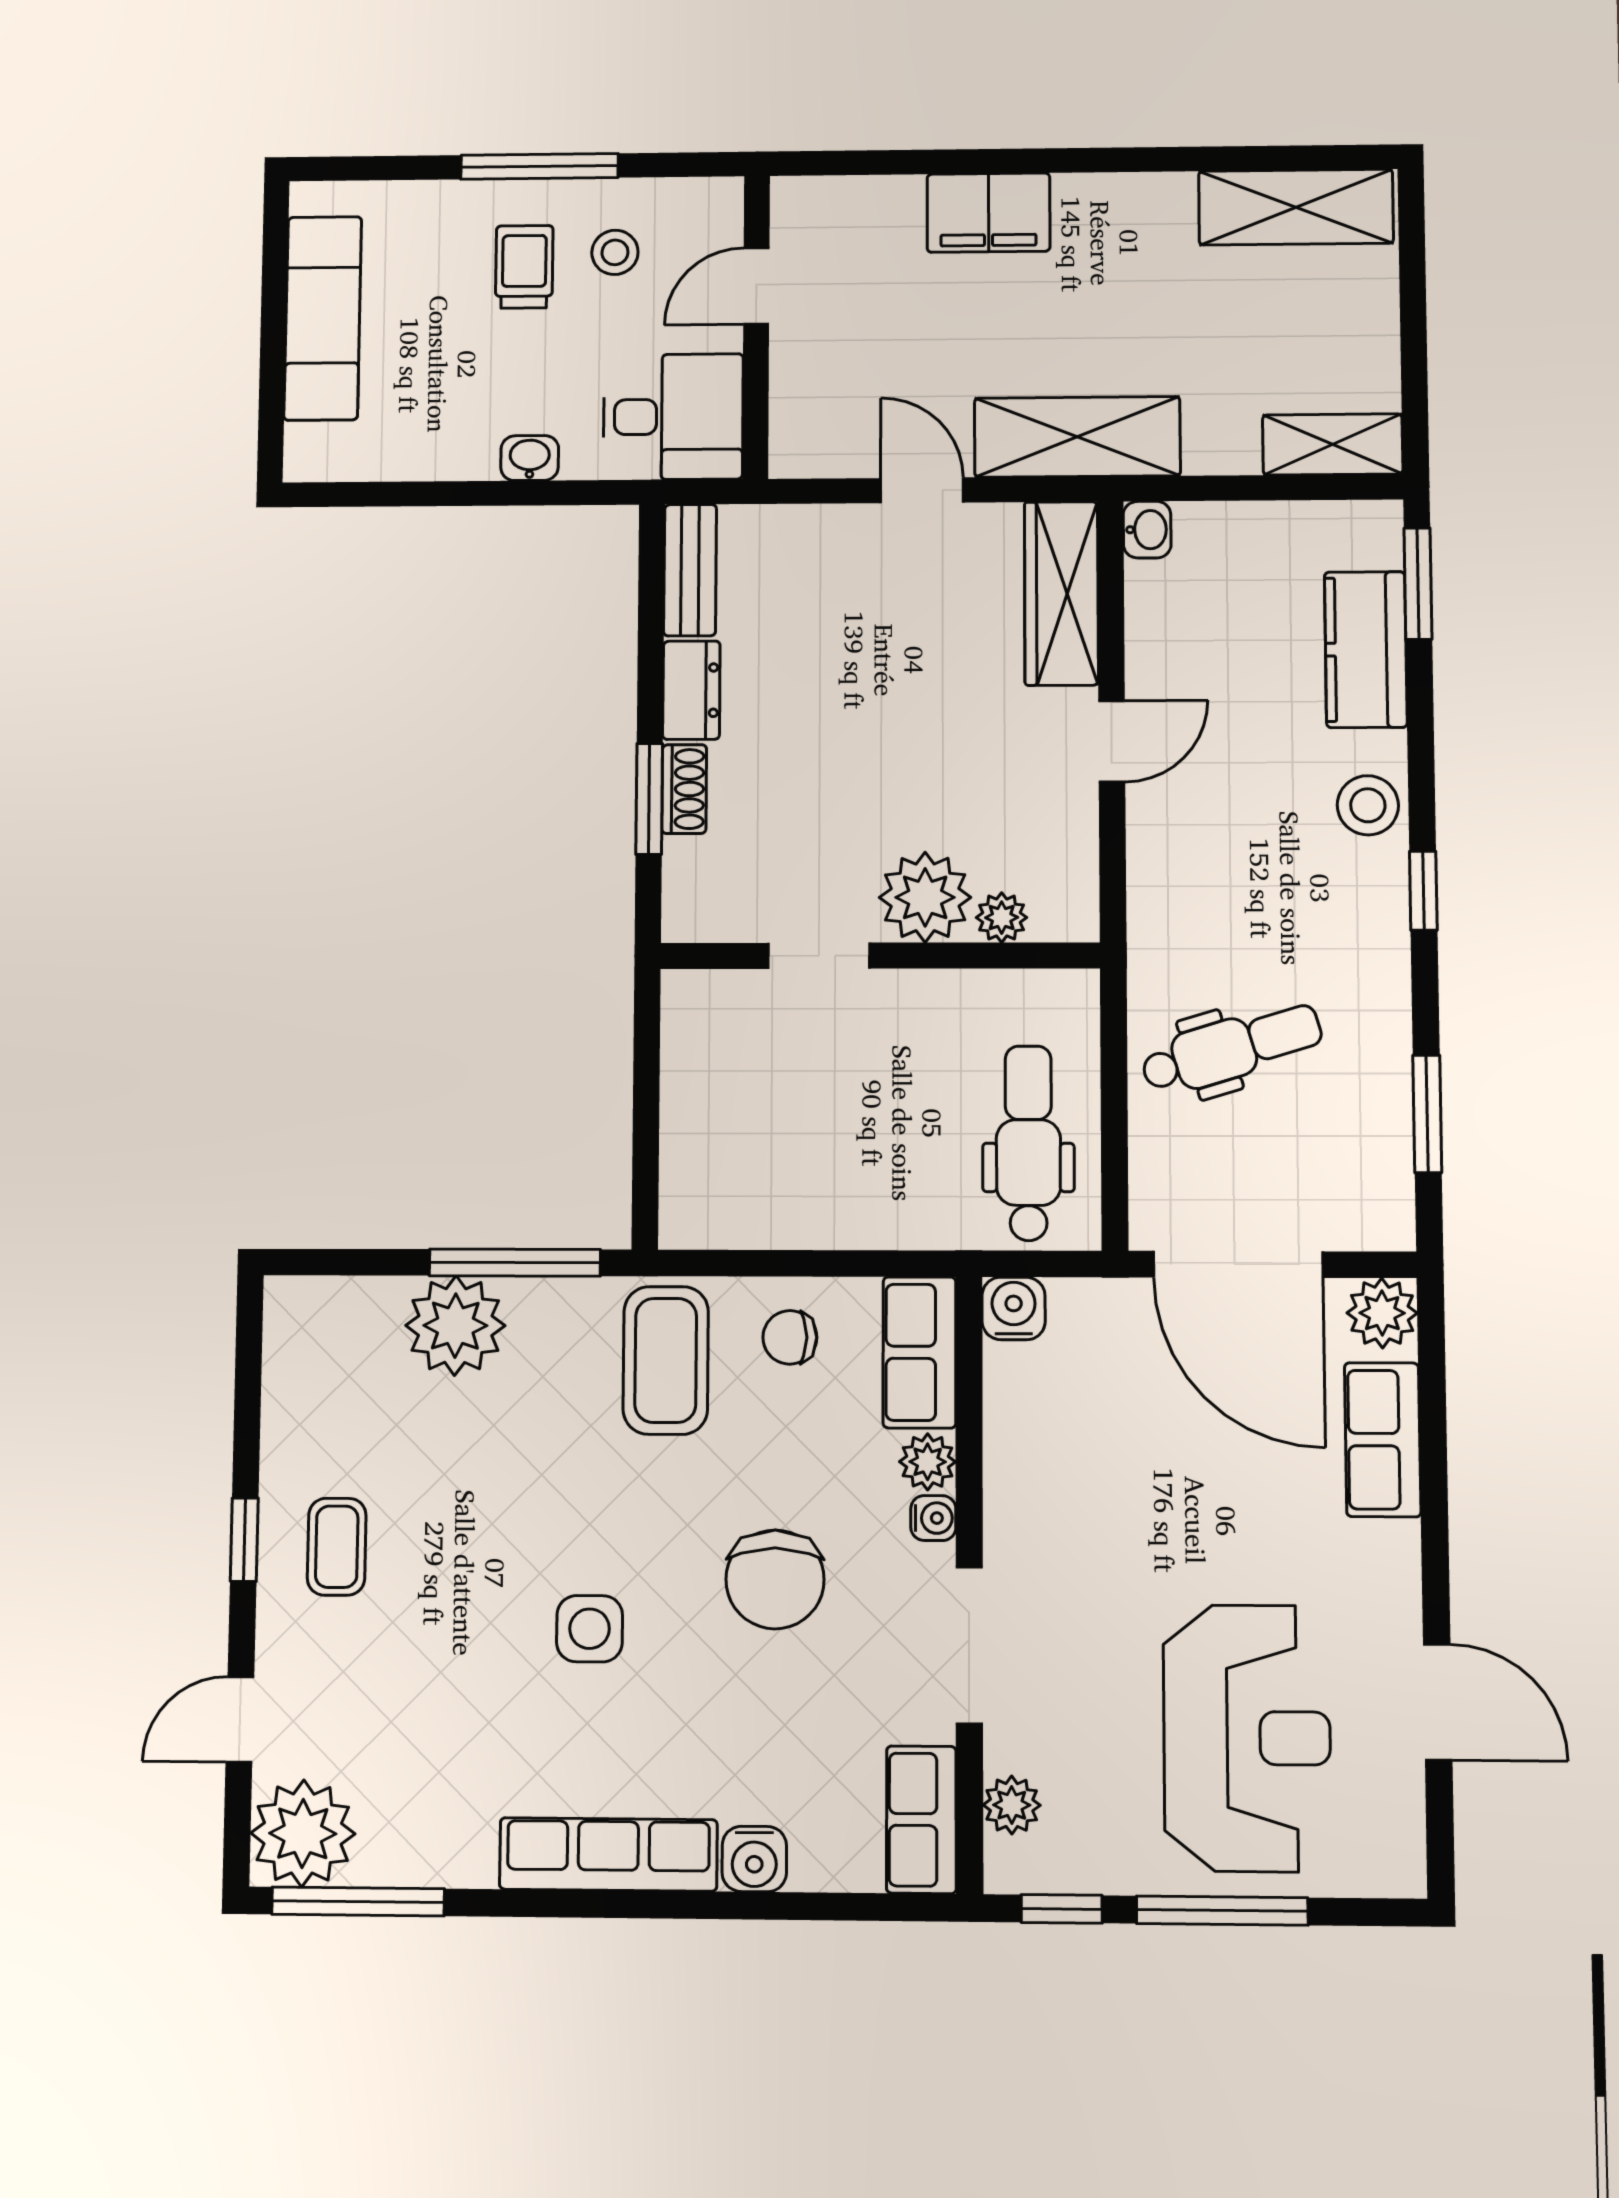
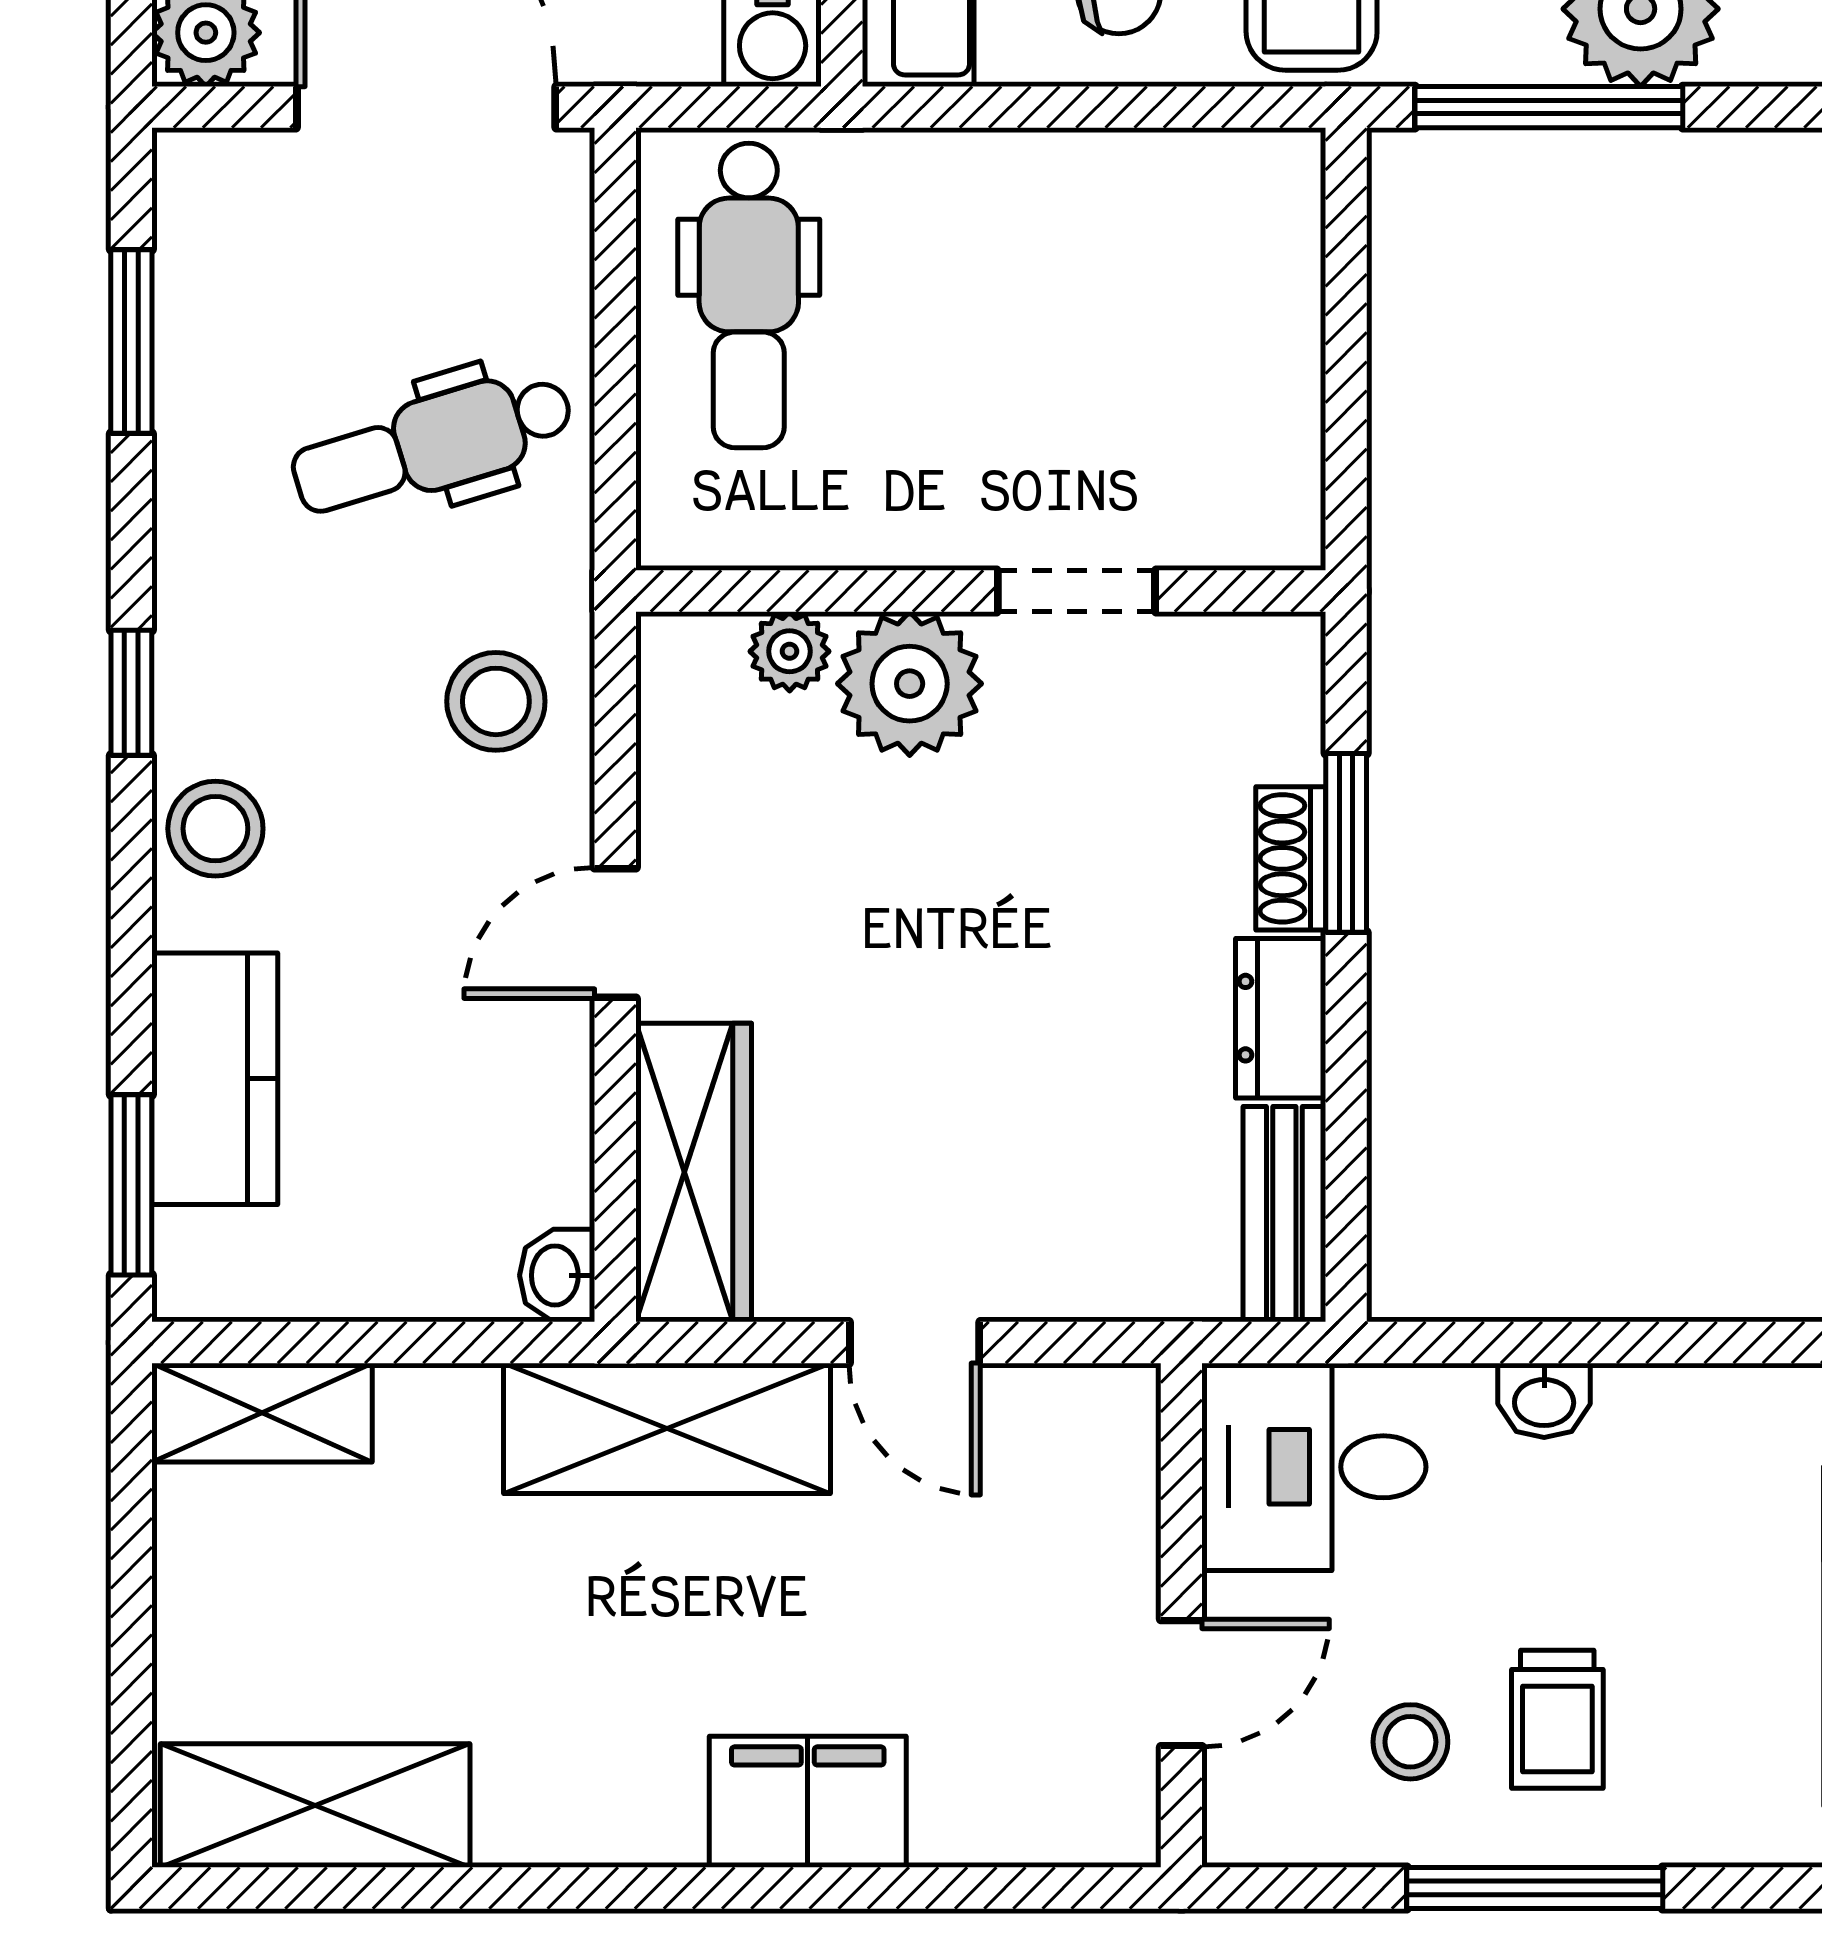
stool: (1189, 886) -> (496, 701), added

